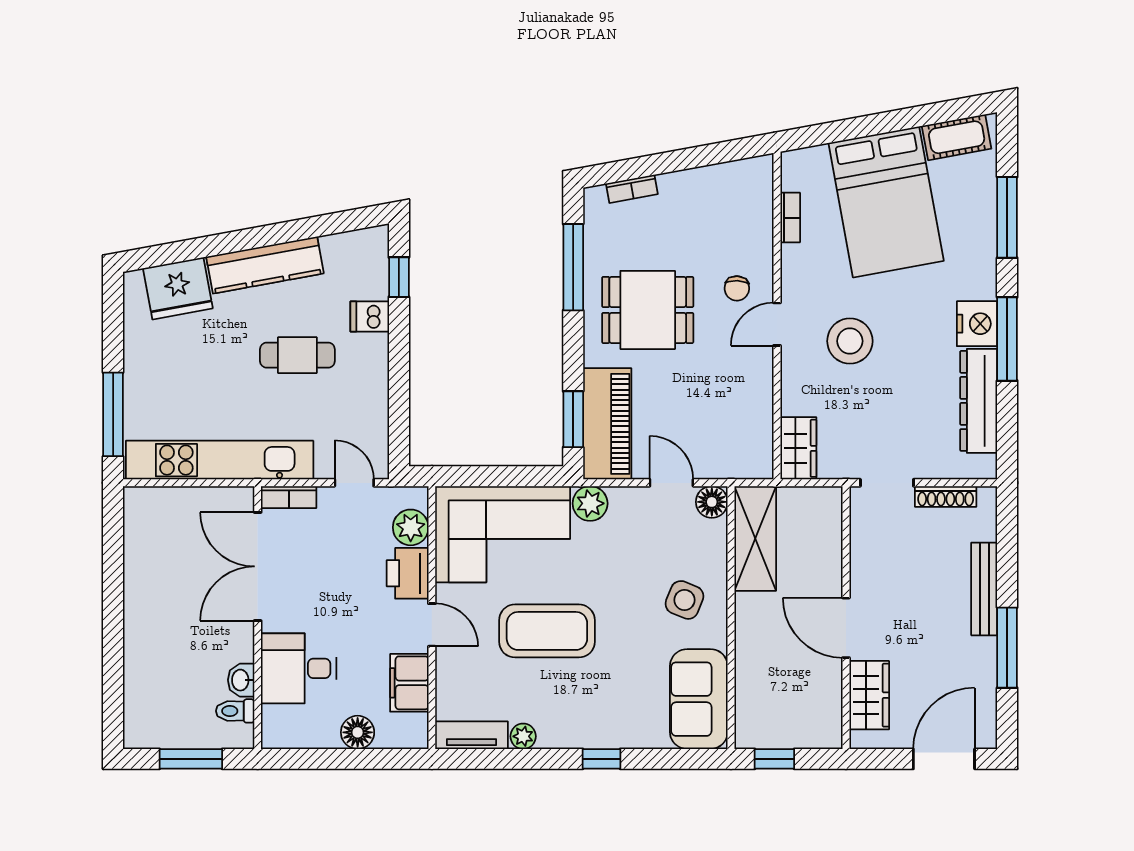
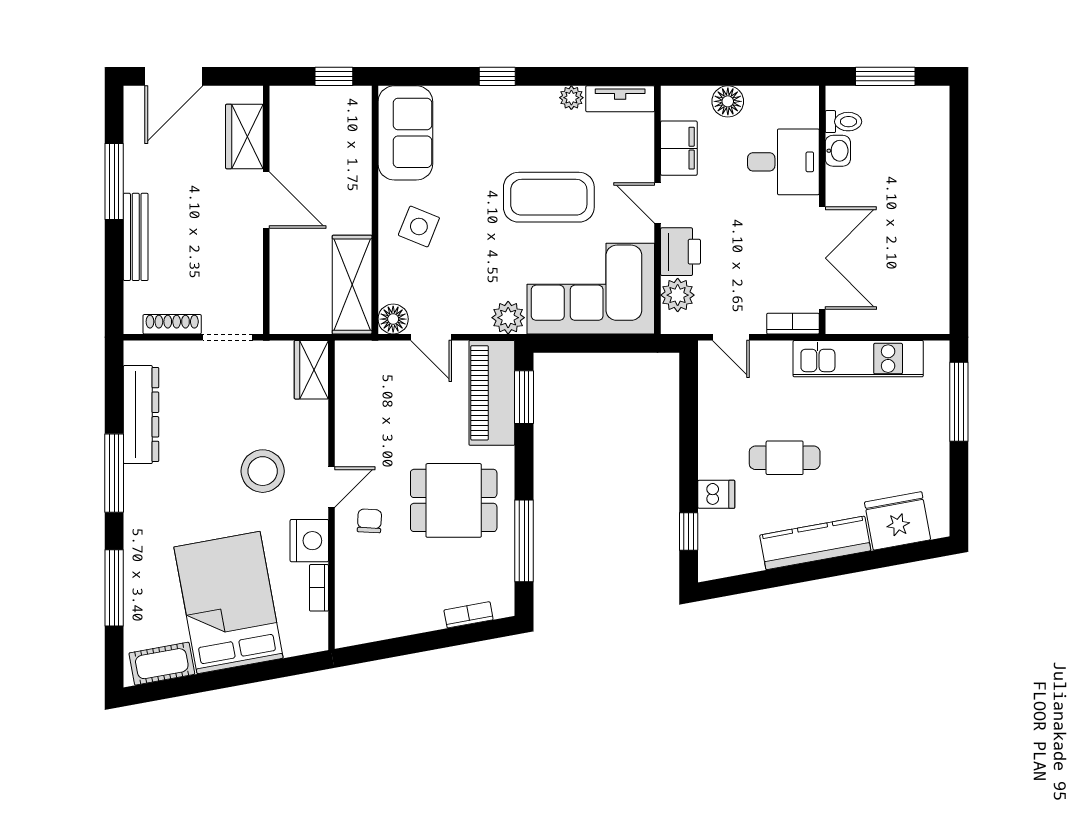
nightstand: (977, 324) -> (309, 541), moved, turned 180
kitchen unit: (220, 460) -> (858, 359), width x0.73

